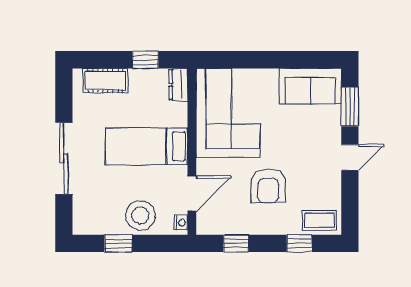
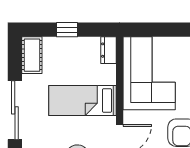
window: (145, 60) -> (67, 30), moved
cot: (105, 81) -> (32, 55), moved, turned 90

